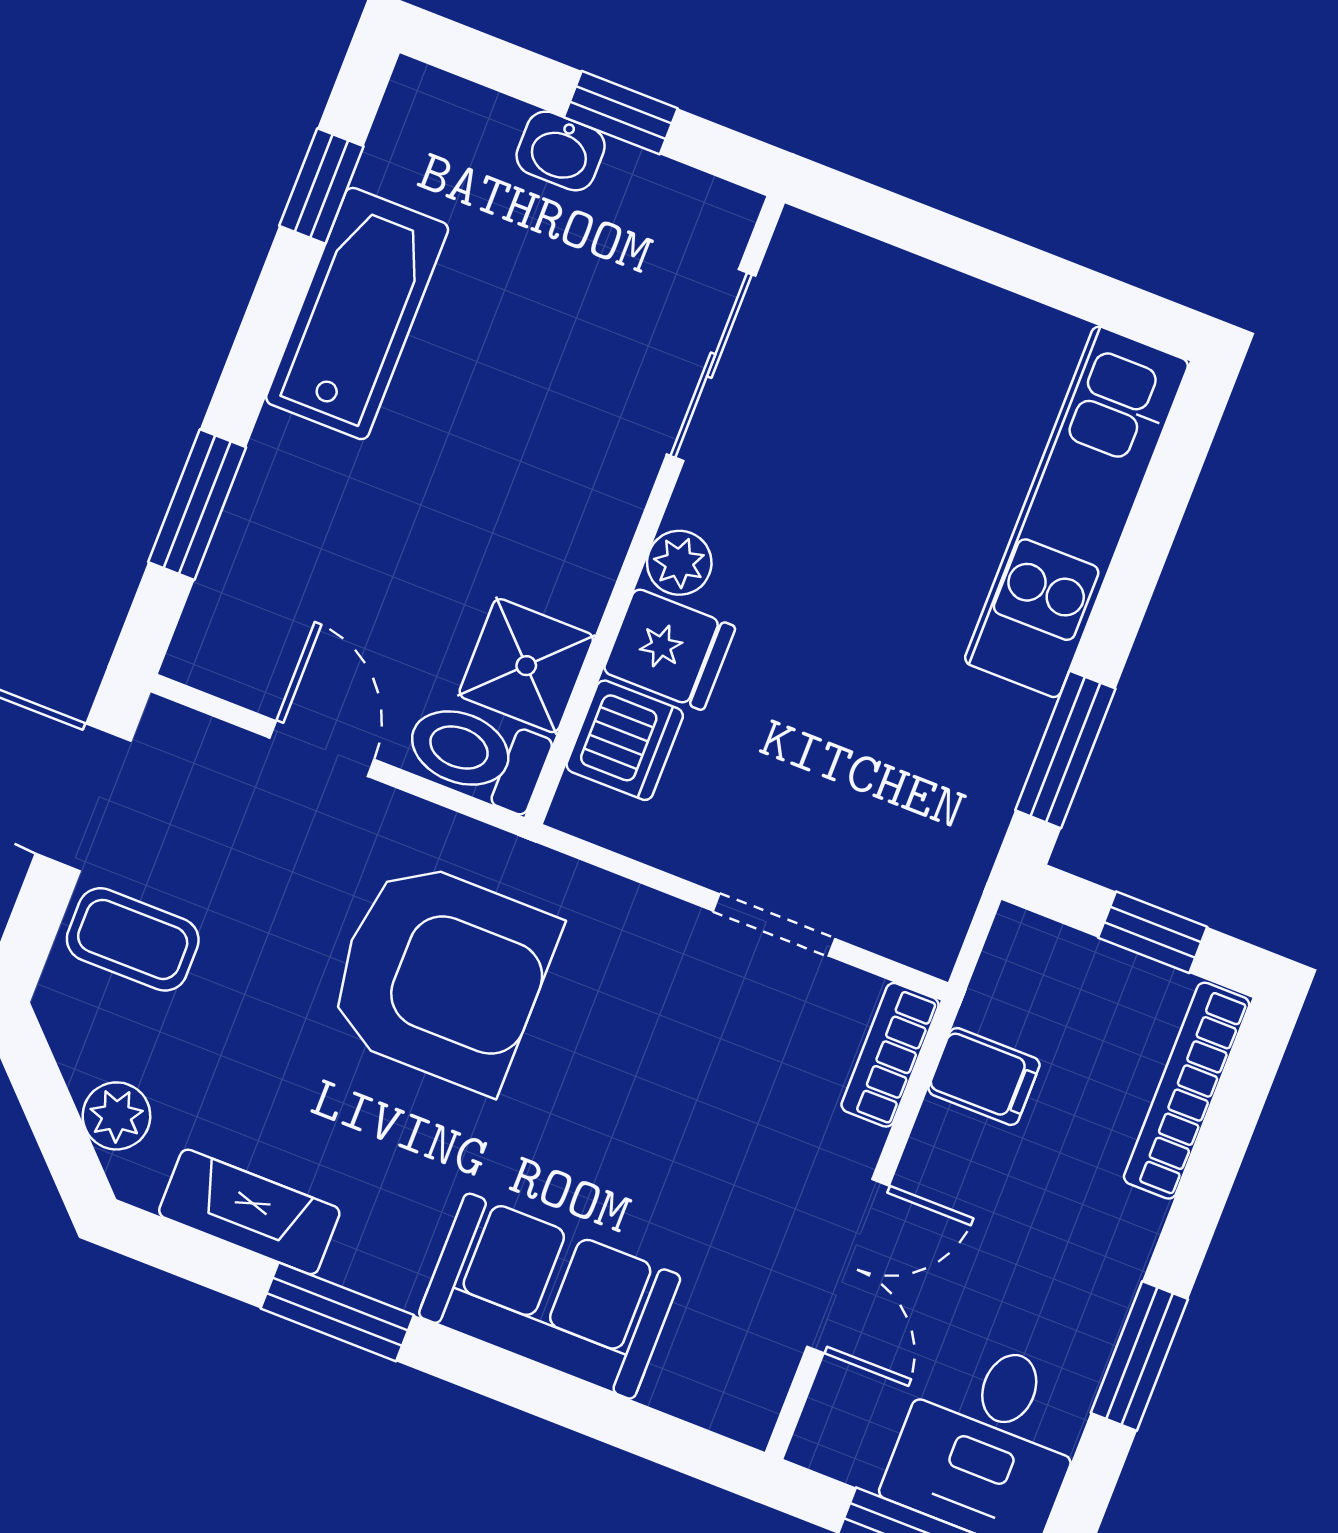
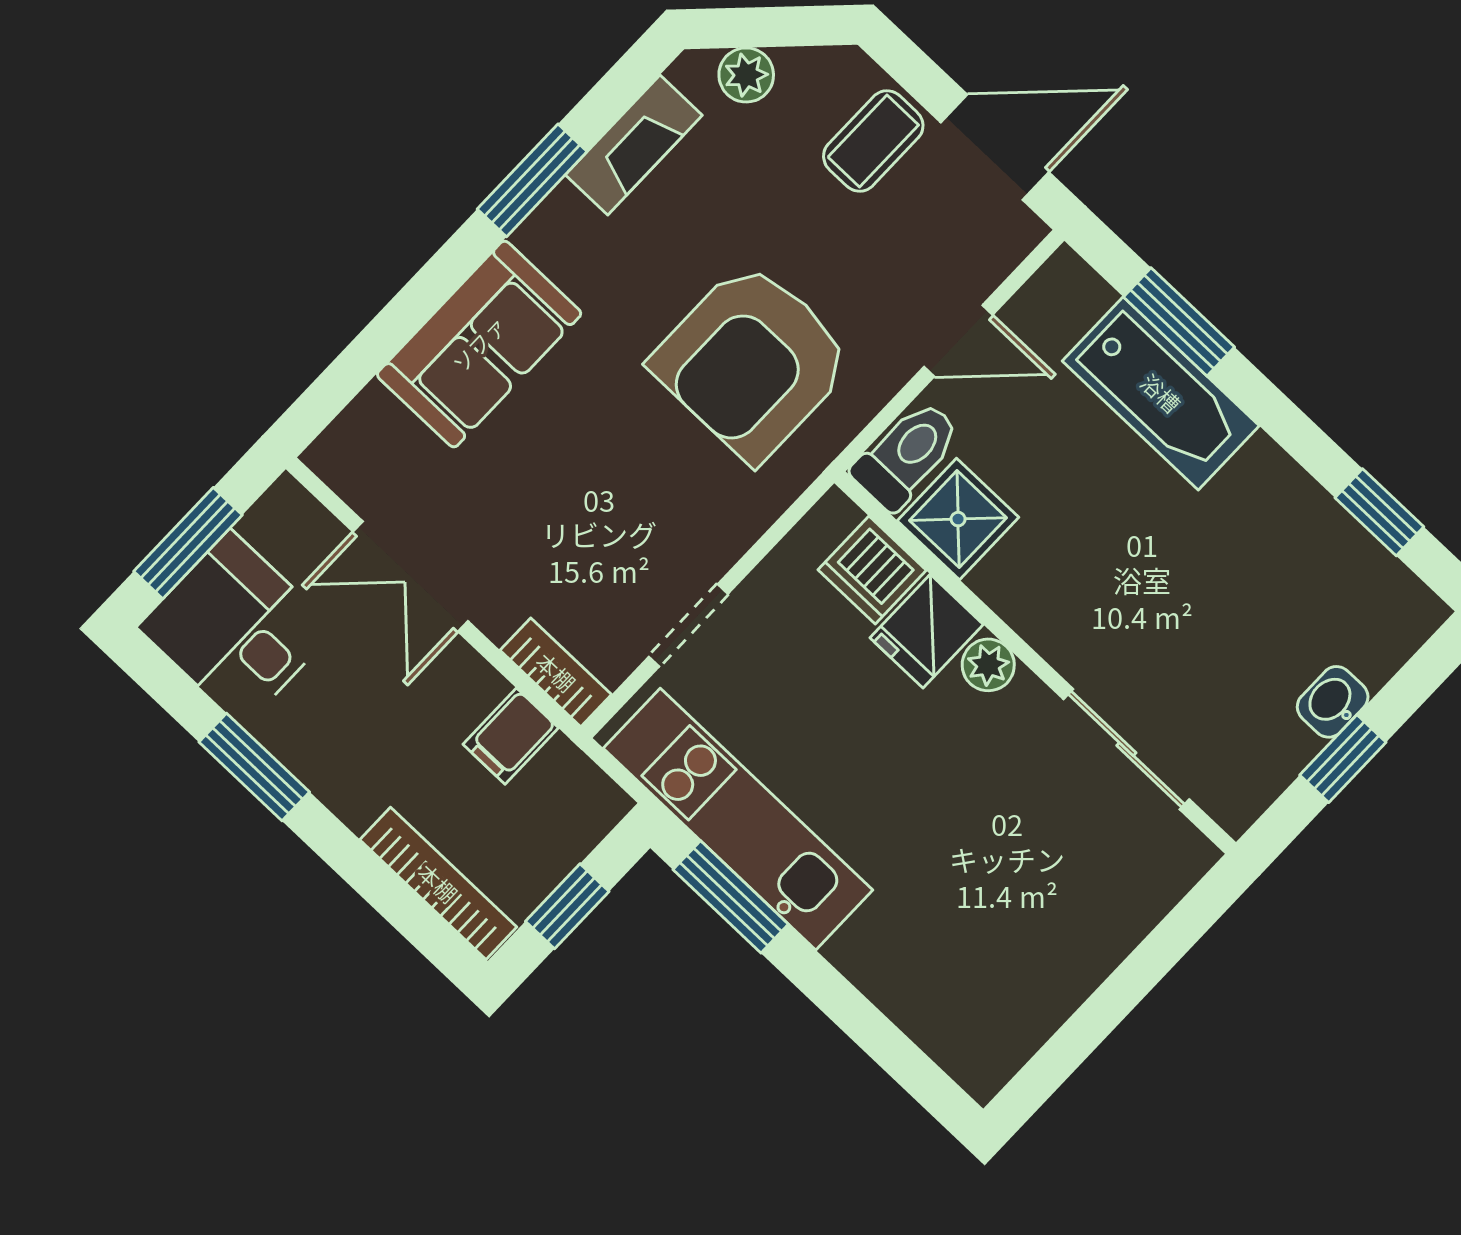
bathtub: (357, 314) -> (1161, 393), moved
kitchen unit: (1076, 512) -> (738, 819), moved

